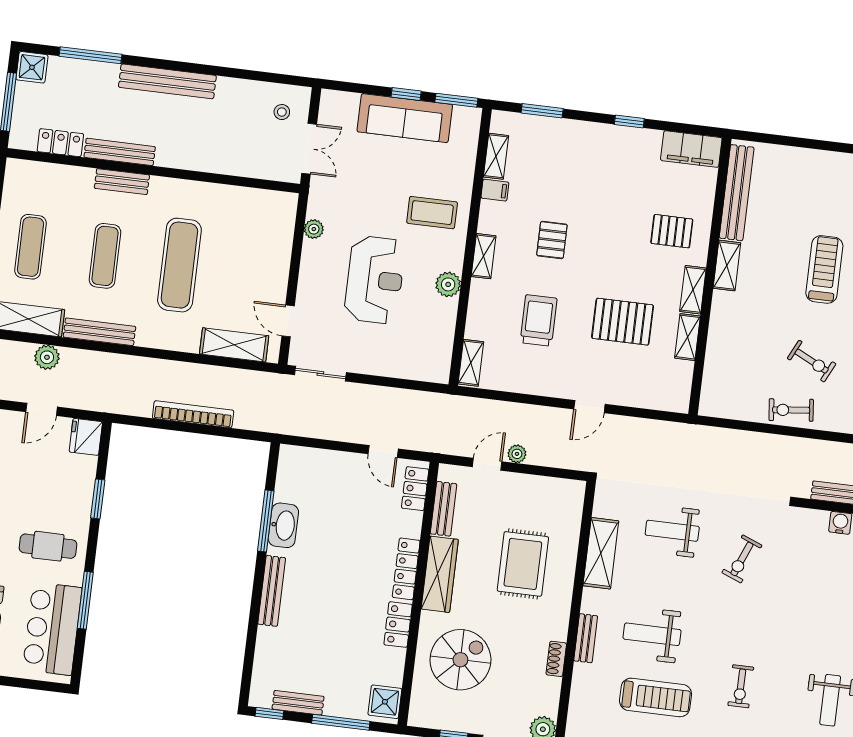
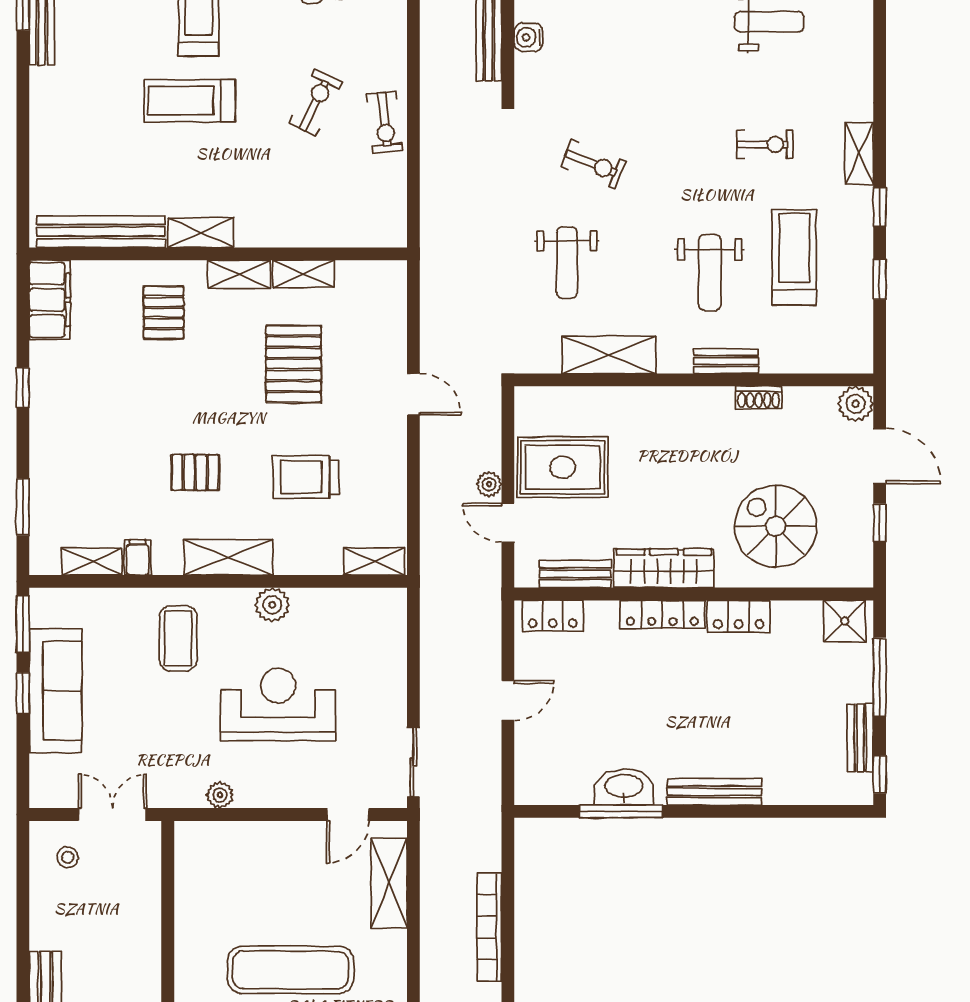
shelving: (484, 256) -> (228, 557), width x1.50, depth x1.33
door: (383, 451) -> (508, 701), moved
rug: (523, 564) -> (563, 467), moved

